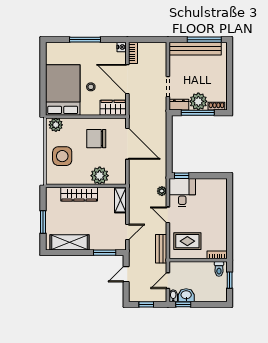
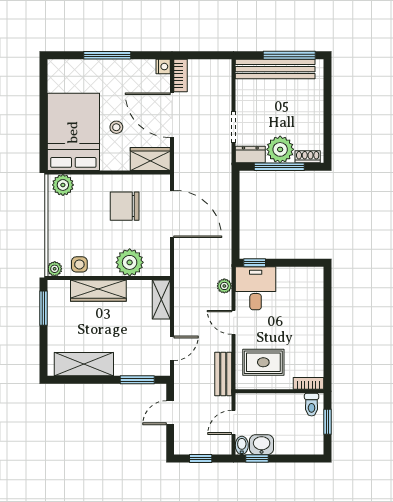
side table: (62, 156) -> (79, 264), moved, width x0.54, depth x0.54
plant: (50, 180) -> (55, 269), added
window: (43, 222) -> (43, 308), moved

